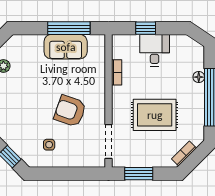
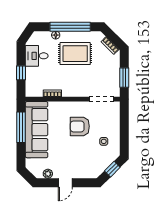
sofa: (66, 47) -> (37, 130), width x1.85, depth x1.27
desk: (155, 50) -> (37, 56), moved
armchair: (70, 111) -> (80, 126), turned 71
rug: (155, 115) -> (75, 54), moved, turned 90

